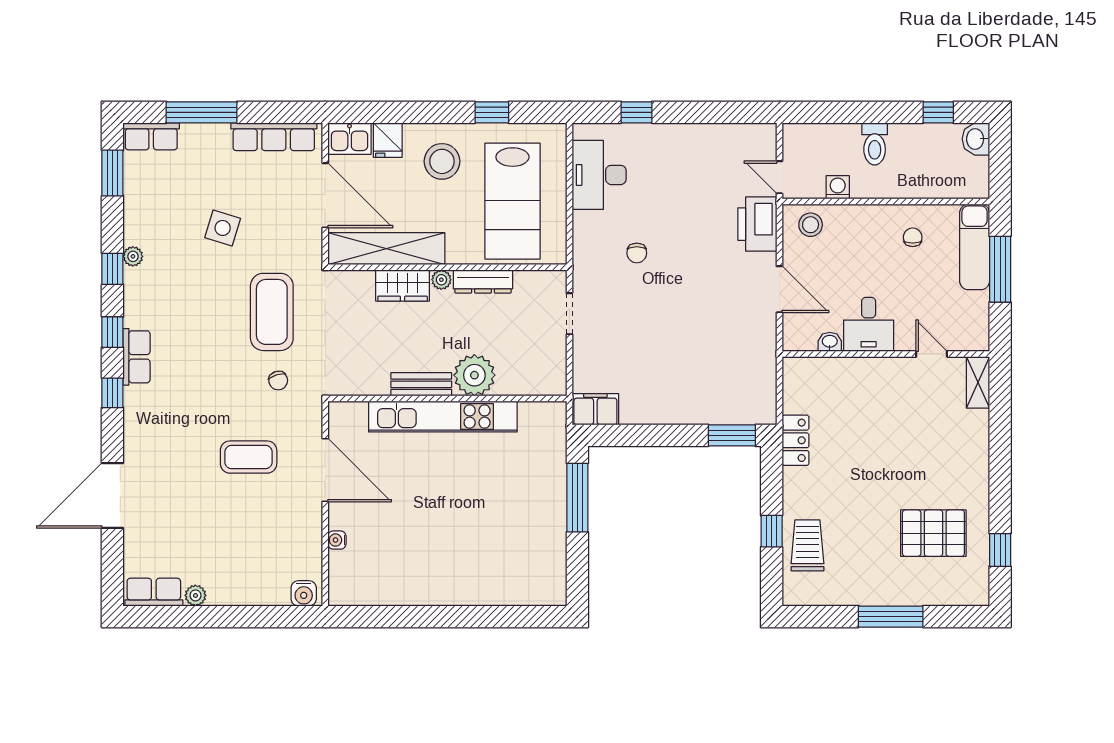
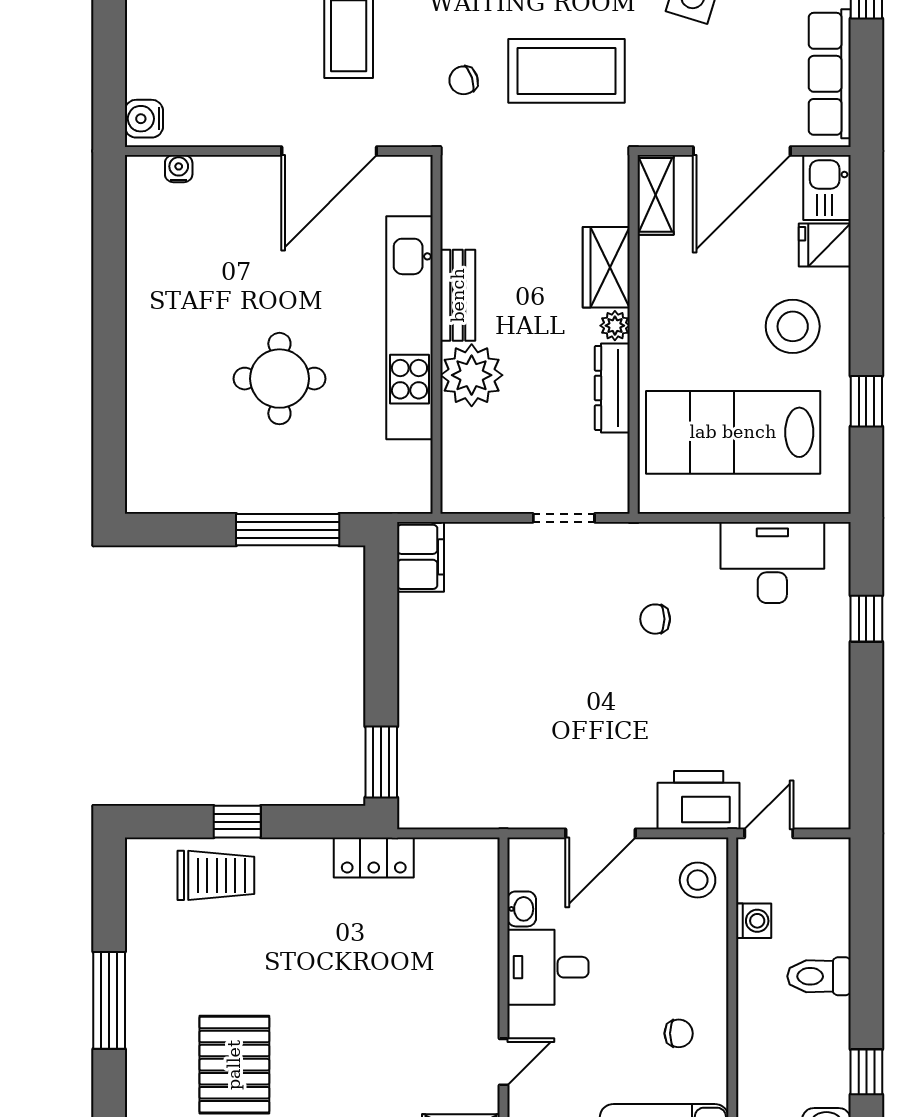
shelving: (386, 249) -> (656, 195), width x0.45, depth x0.75
round table: (477, 503) -> (279, 379), added
water cooler: (337, 540) -> (179, 169), moved

